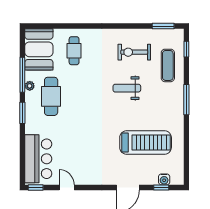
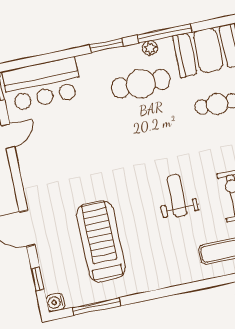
window: (186, 100) -> (96, 307), moved
treadmill: (146, 142) -> (101, 241), turned 180
water cooler: (164, 179) -> (55, 302), moved

